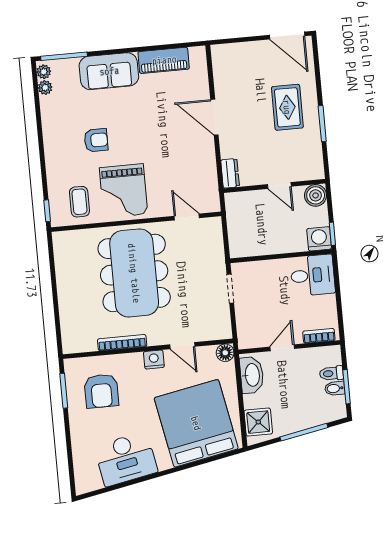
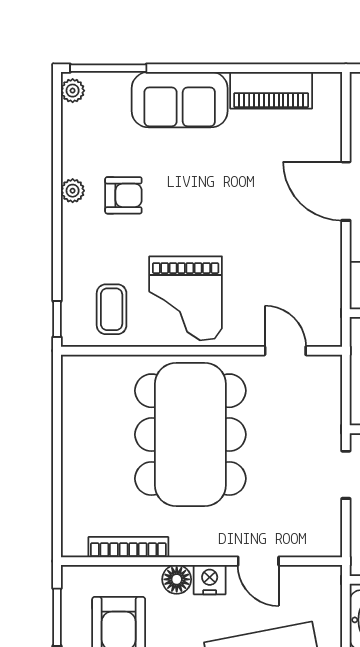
plant: (45, 88) -> (73, 191), moved
armchair: (96, 140) -> (123, 195), moved
bookcase: (122, 343) -> (128, 547), moved
floor lamp: (225, 353) -> (177, 579), moved

